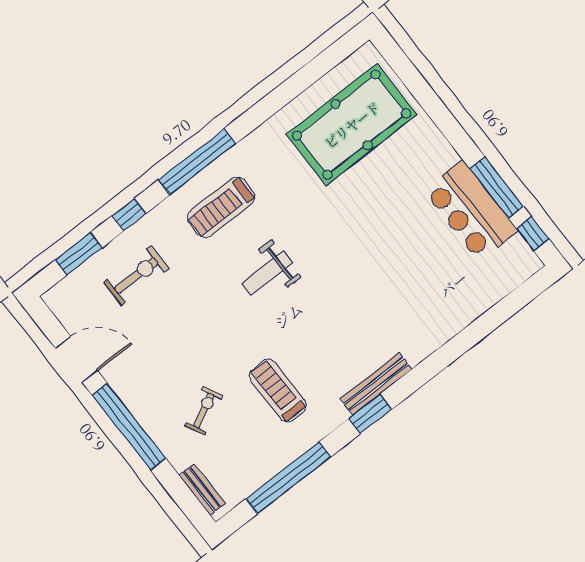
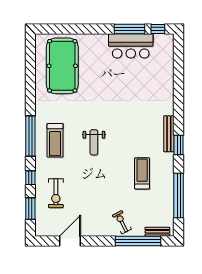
exercise bike: (136, 275) -> (56, 193), turned 180
treadmill: (278, 391) -> (142, 173), turned 90
exercise bike: (204, 411) -> (122, 222), moved
window: (129, 427) -> (138, 241), moved

